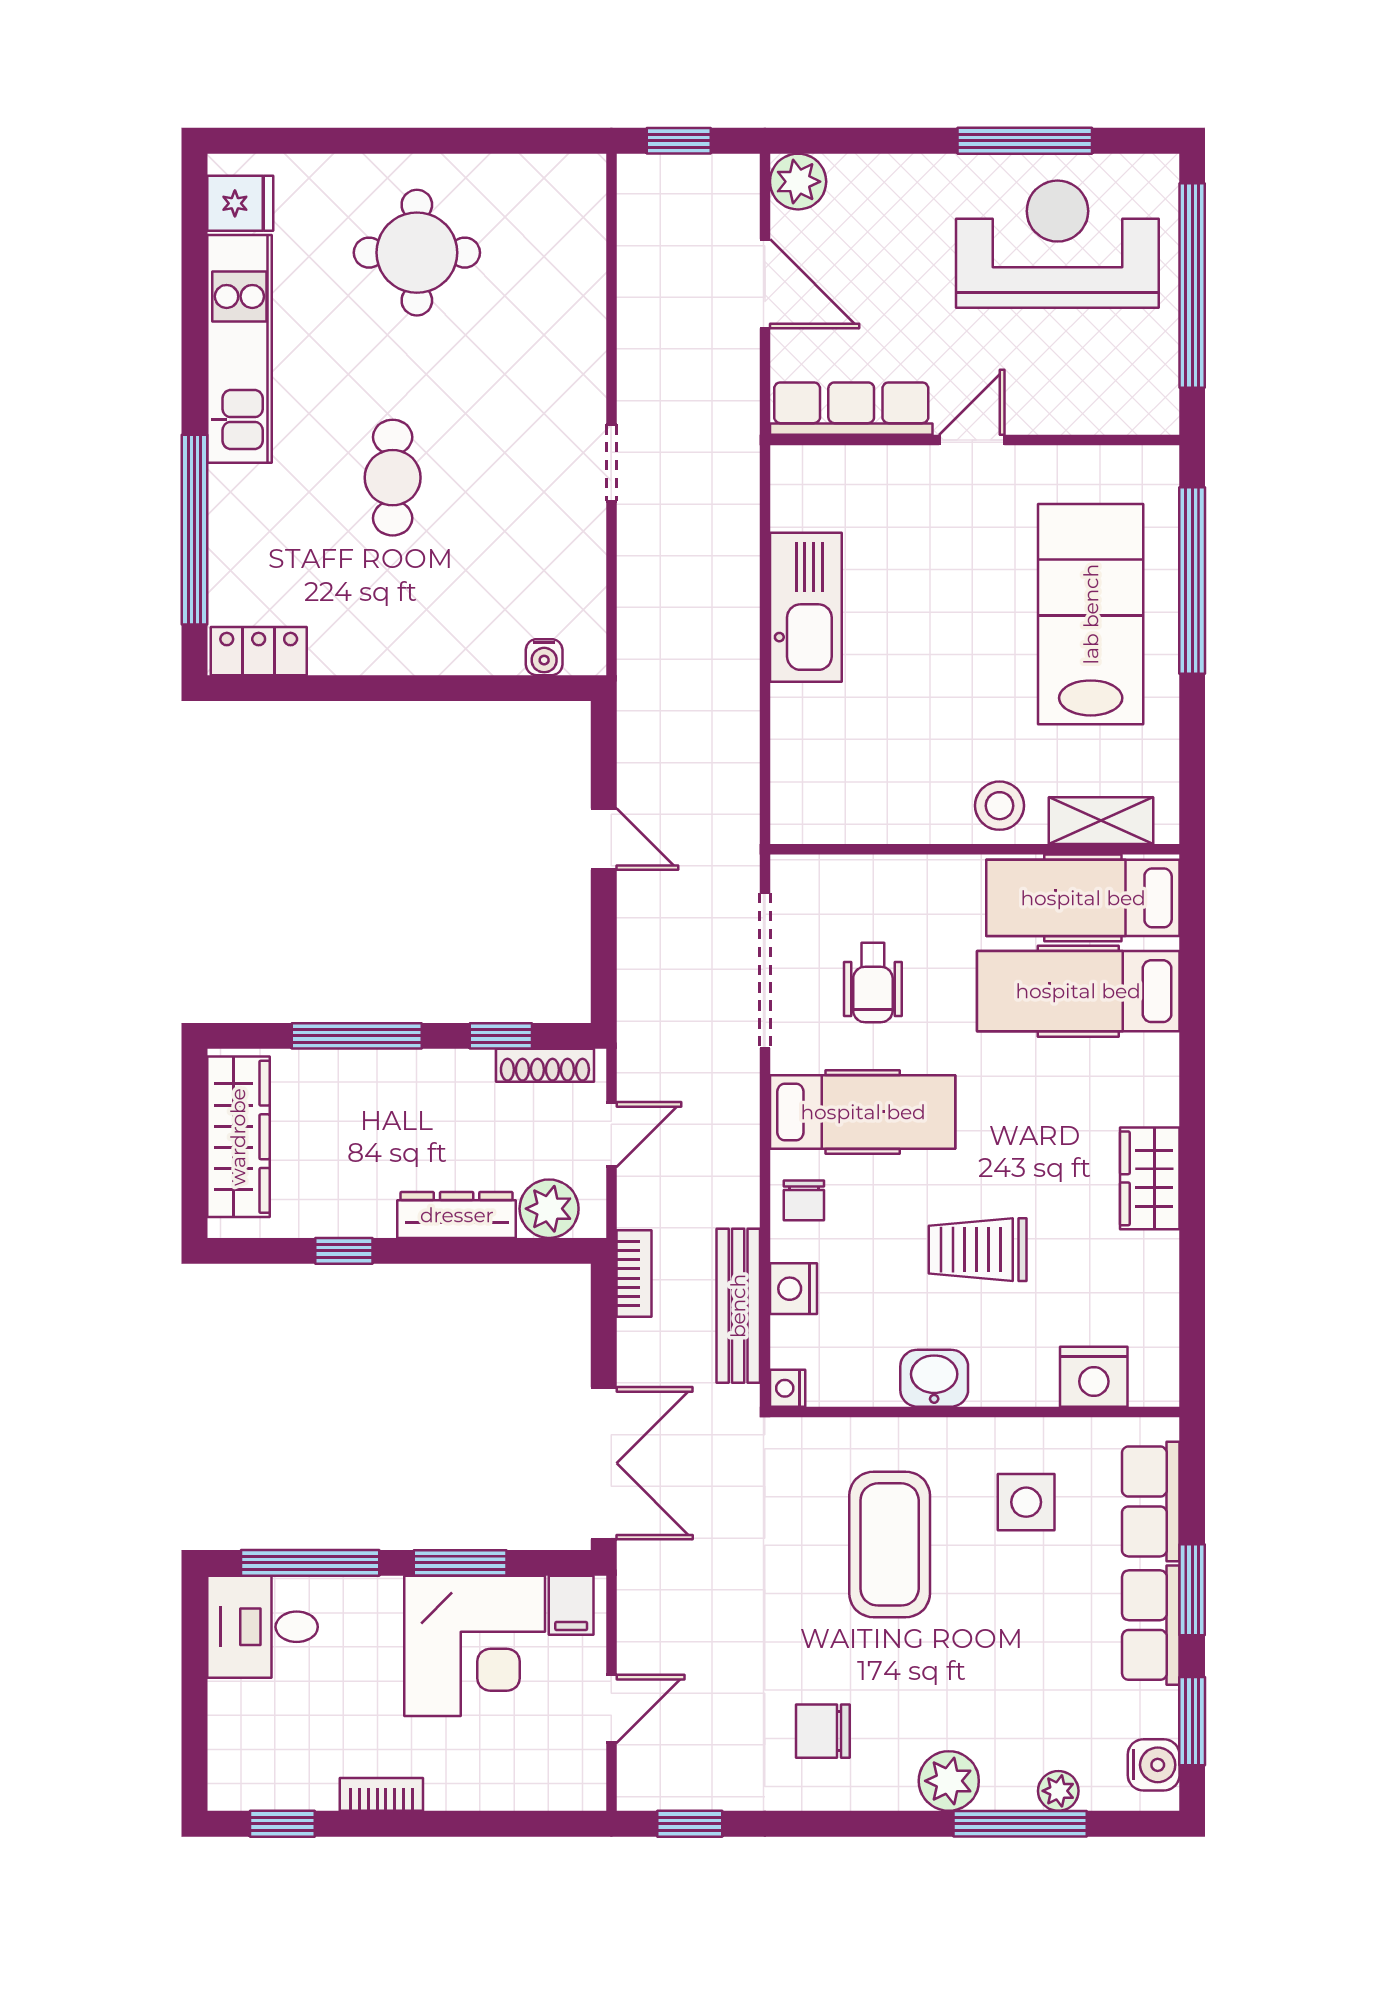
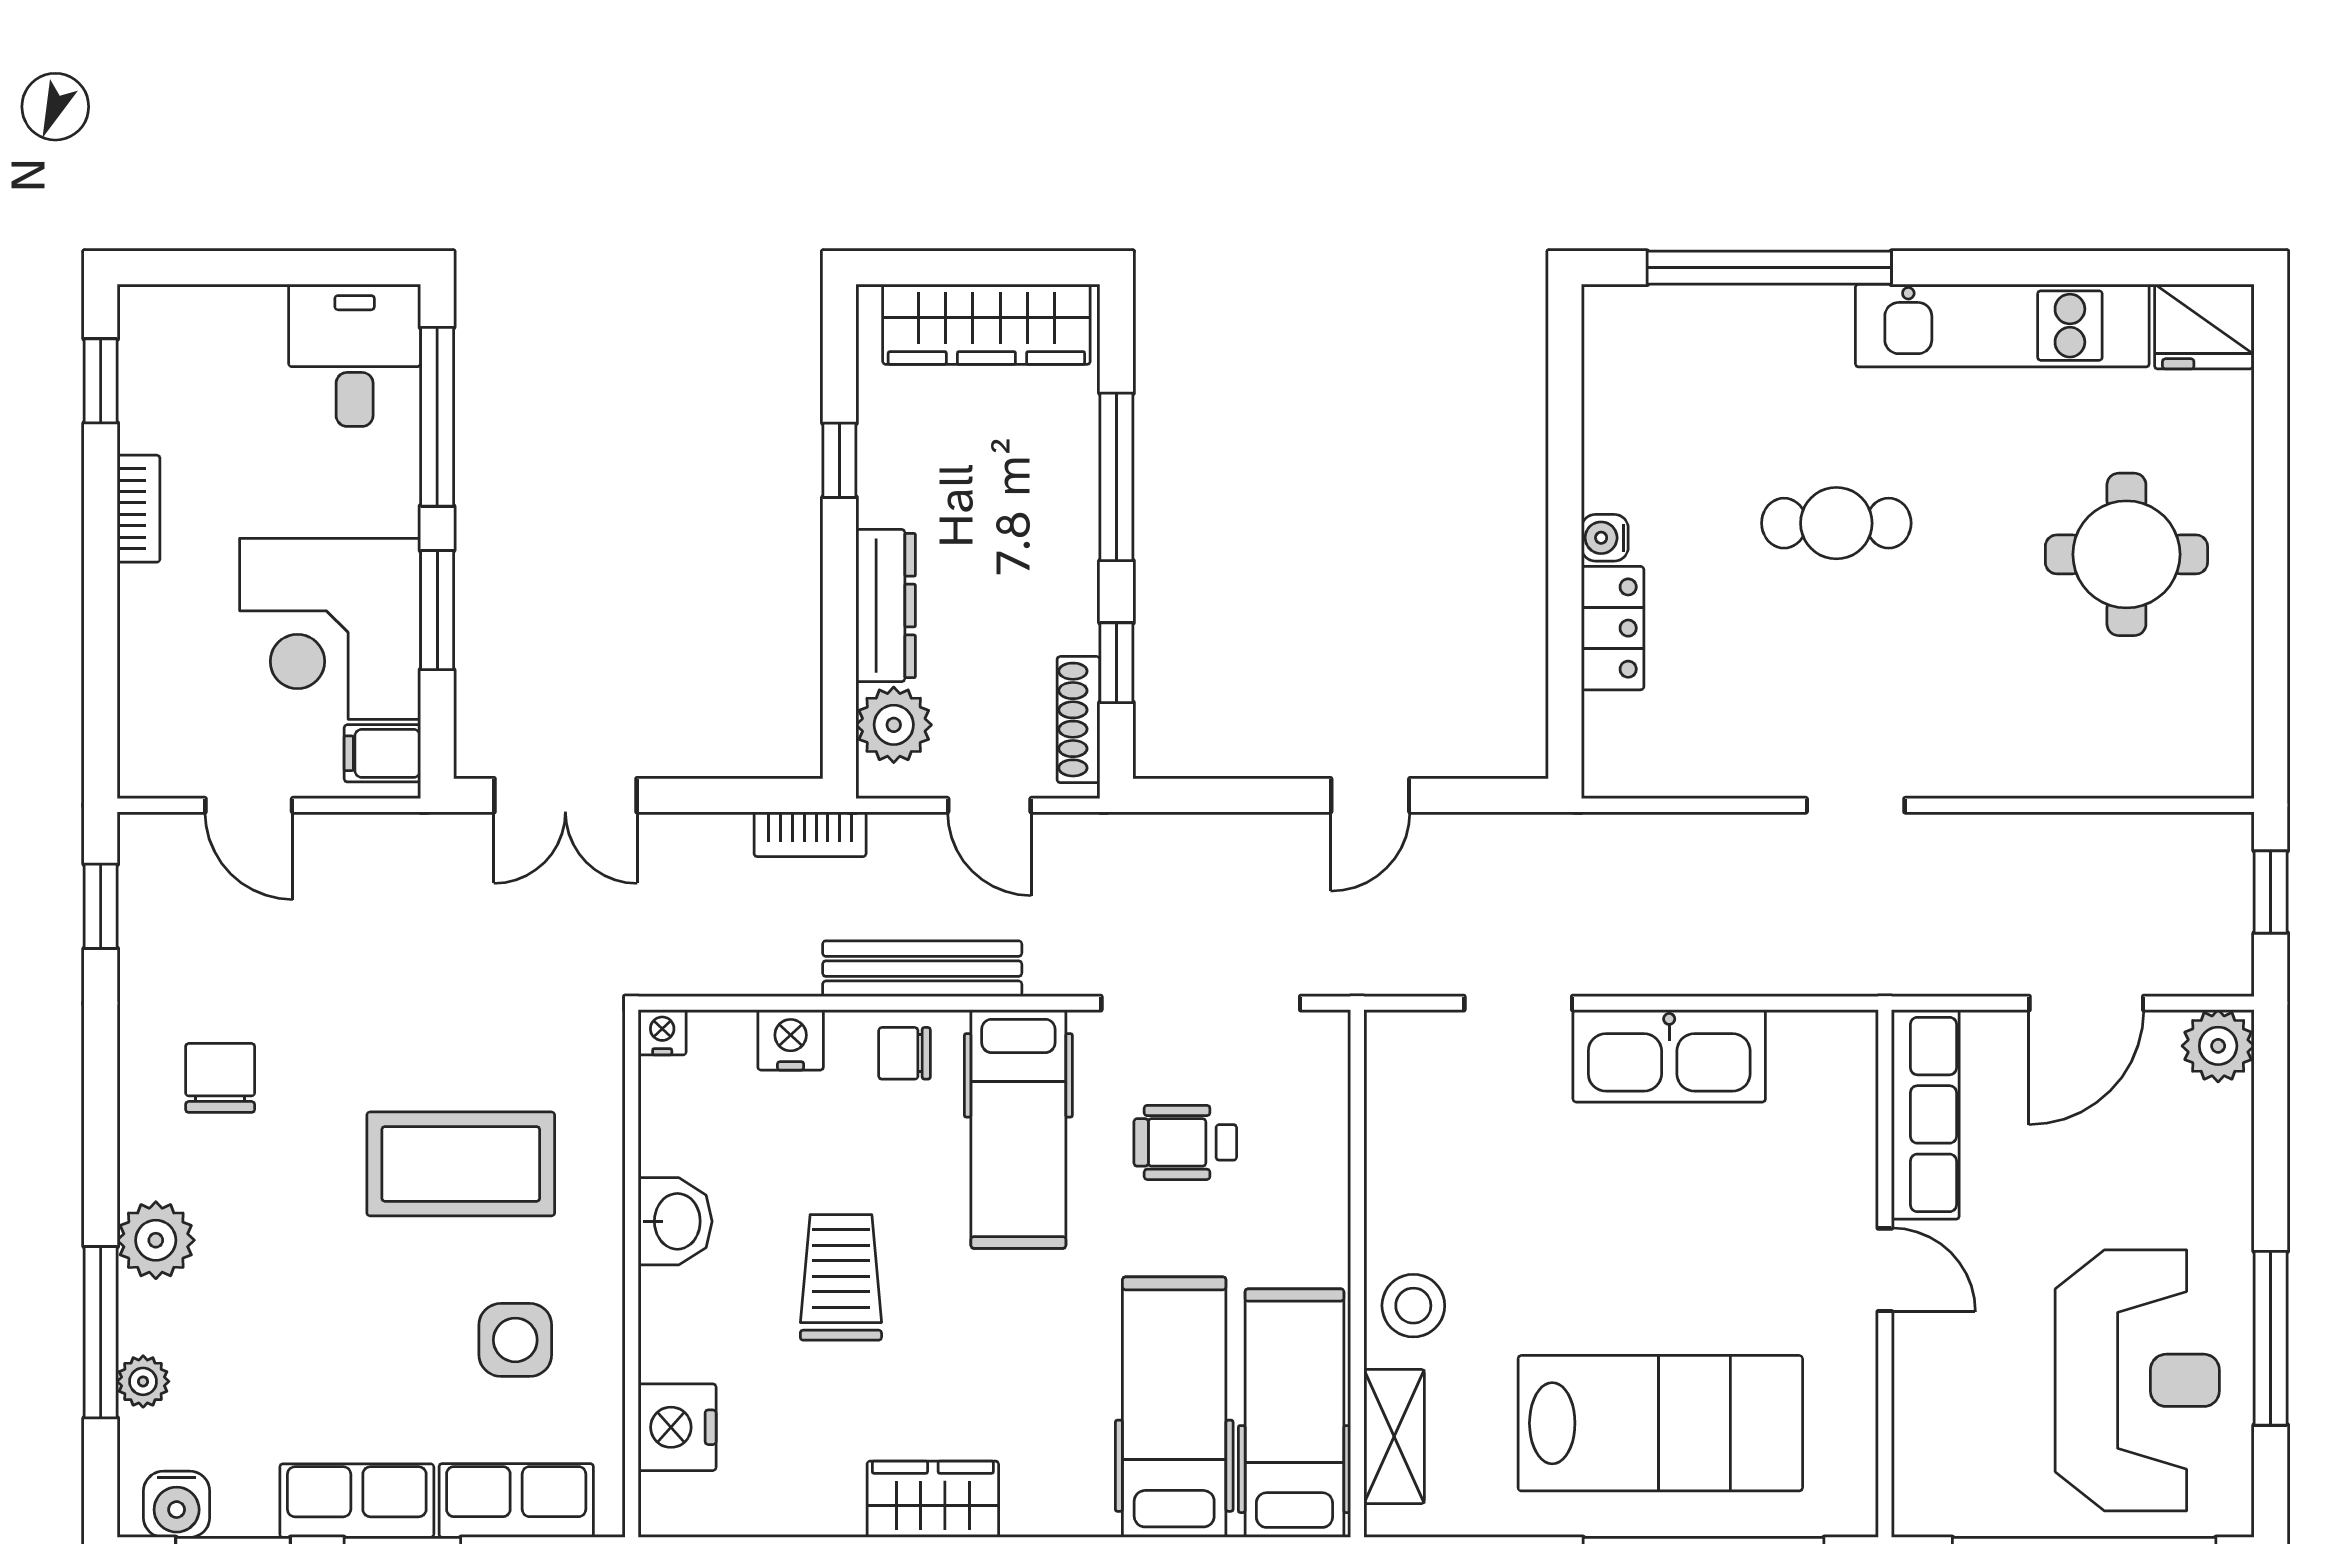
fridge: (240, 203) -> (2204, 327), width x1.38
locker: (259, 651) -> (1613, 628), moved
water cooler: (544, 657) -> (1605, 538), moved
doorway: (765, 724) -> (1518, 1003), added
bench: (738, 1306) -> (922, 969), moved
double door: (604, 1463) -> (565, 795), width x0.73

